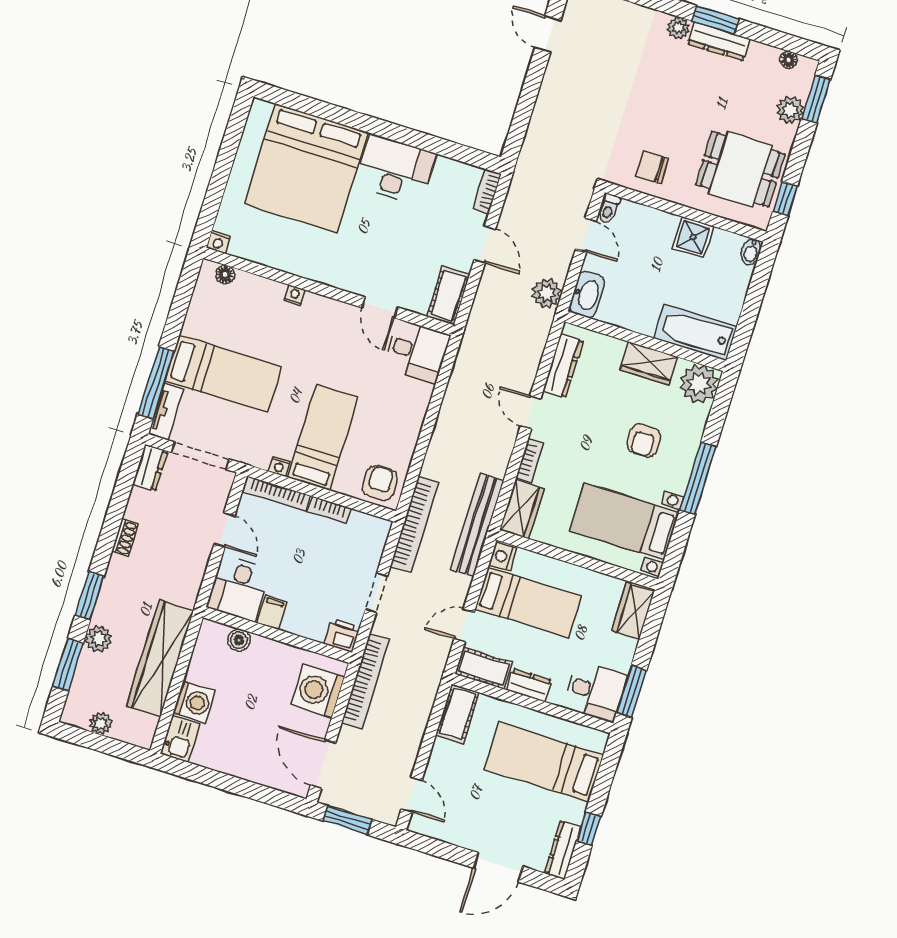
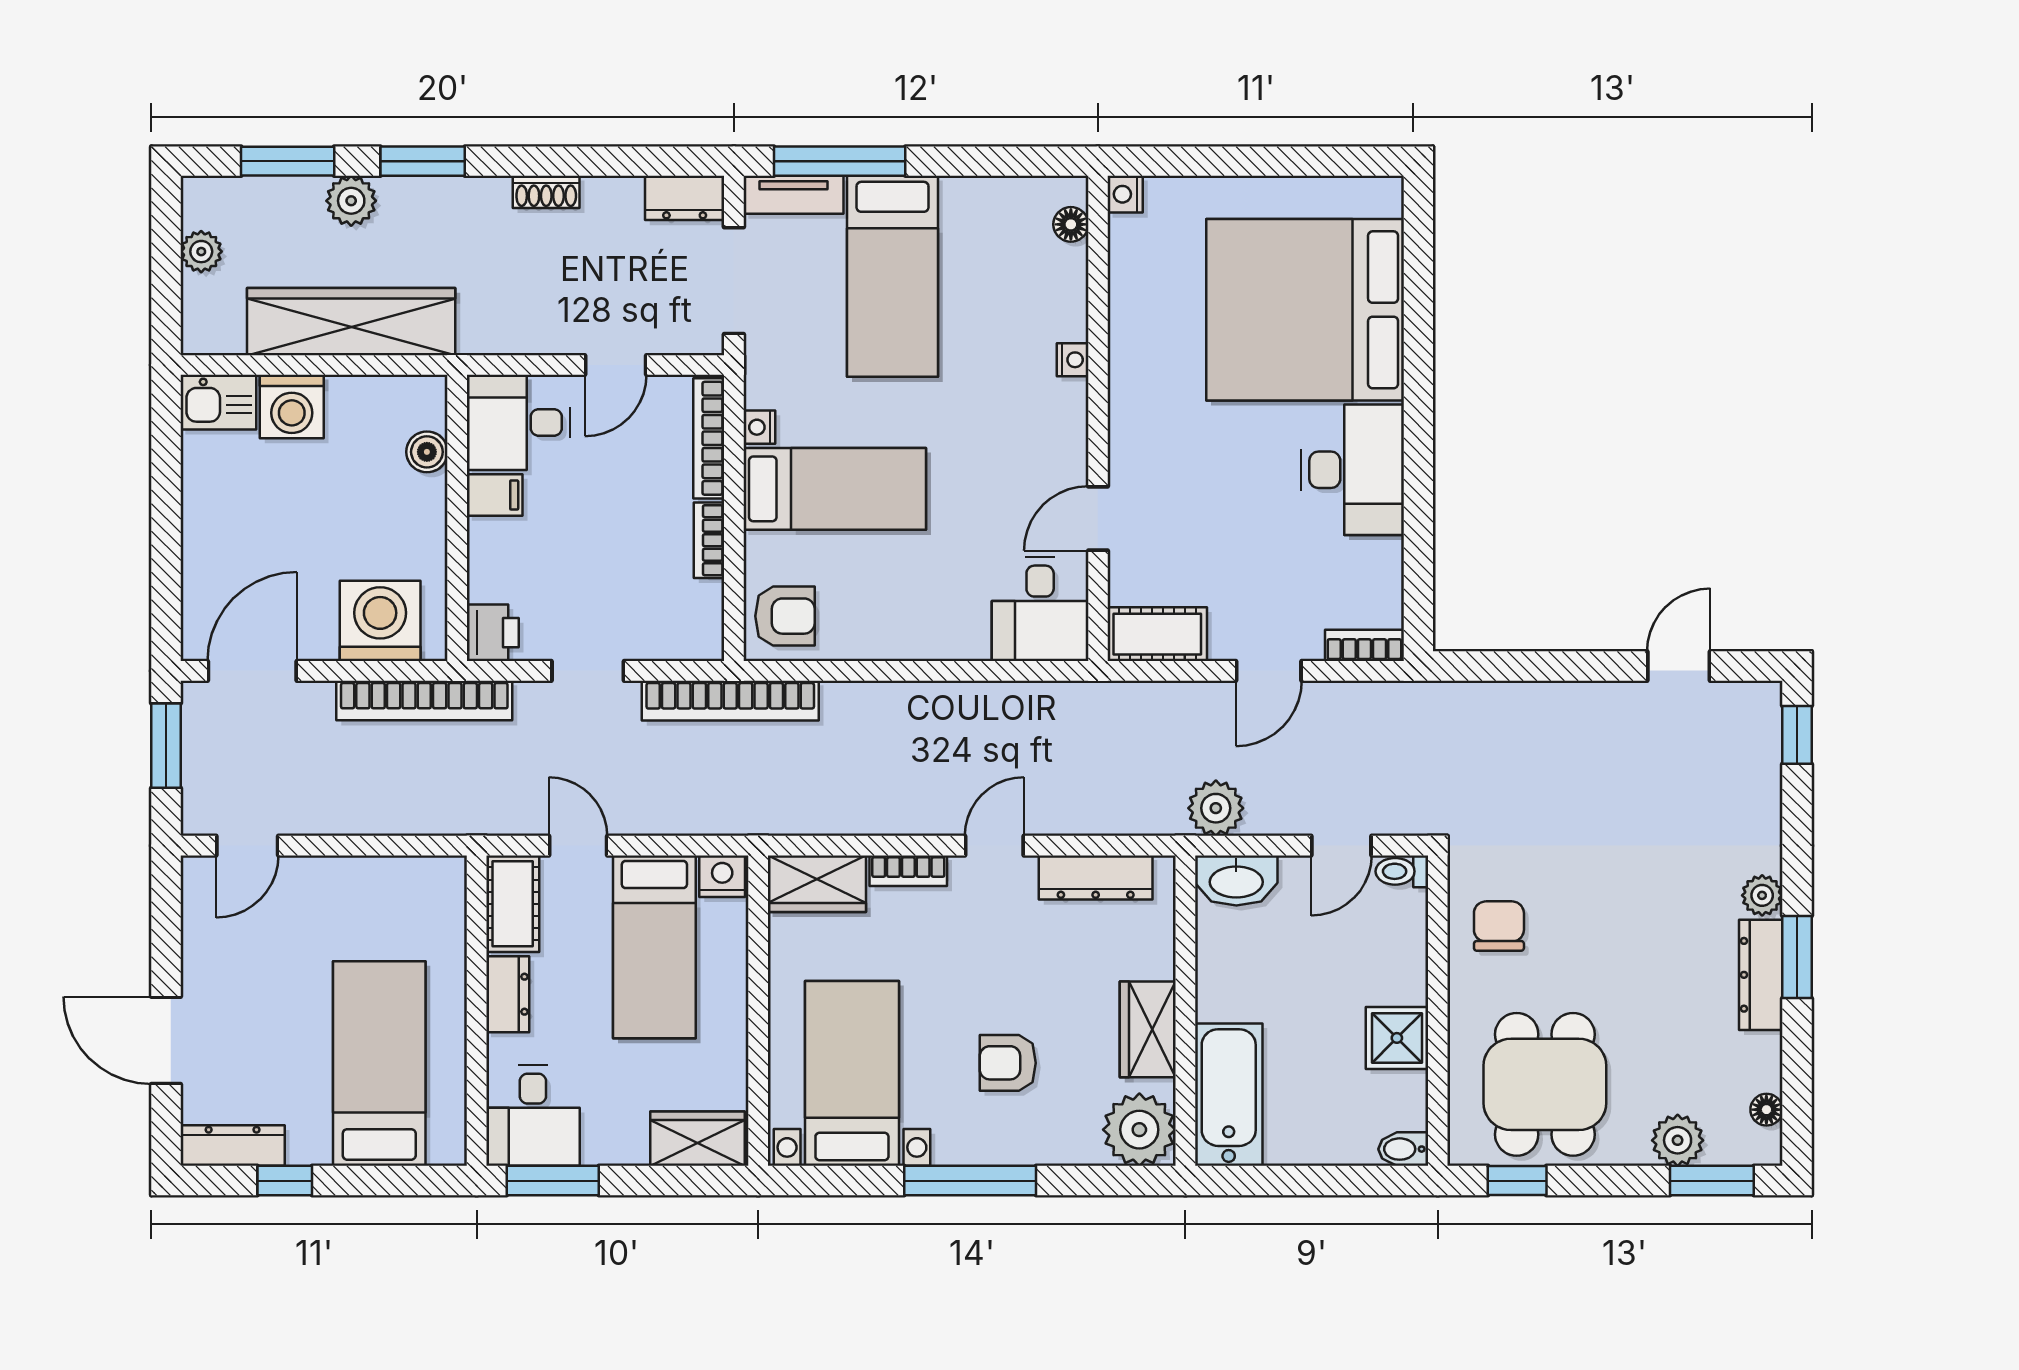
bench: (477, 525) -> (764, 812), removed
cot: (458, 714) -> (416, 883), removed

